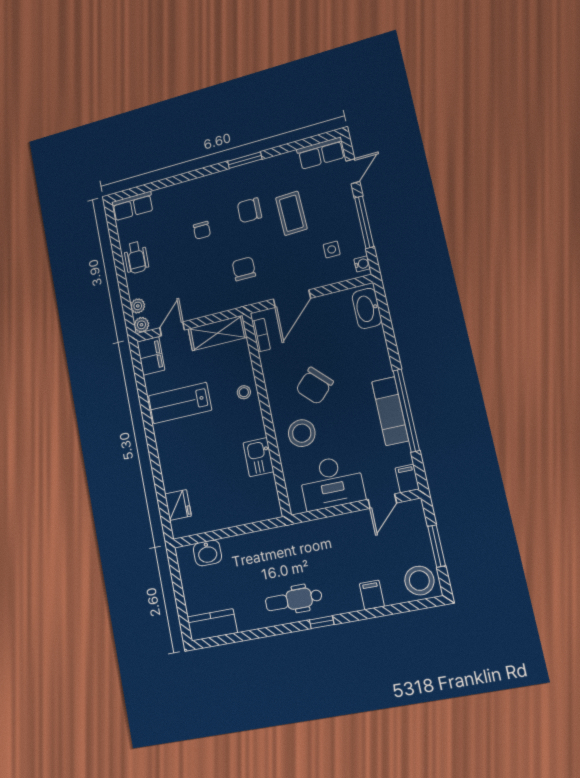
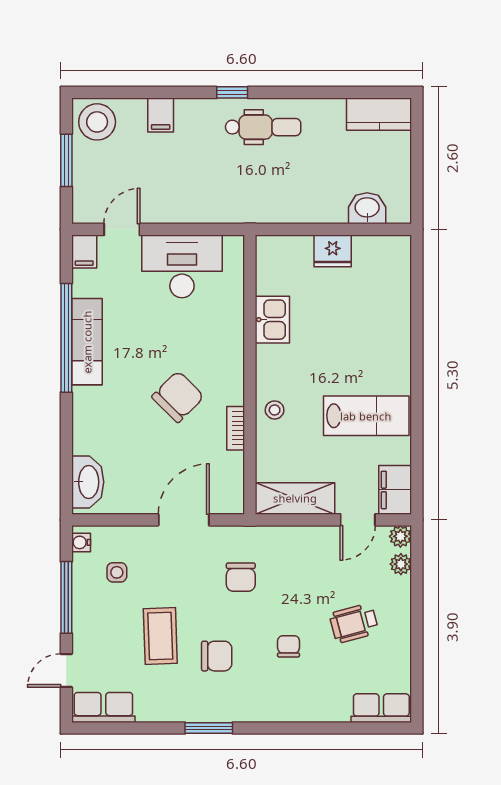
wheelchair: (136, 257) -> (354, 623), moved, turned -105
bookcase: (261, 335) -> (236, 428), moved
stool: (302, 433) -> (208, 339), removed
fridge: (178, 505) -> (333, 251), moved, turned -90

